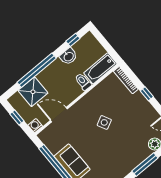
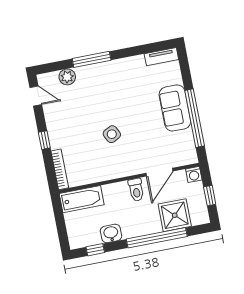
toilet: (83, 82) -> (136, 190), moved
door: (59, 115) -> (159, 172), hinge flipped

